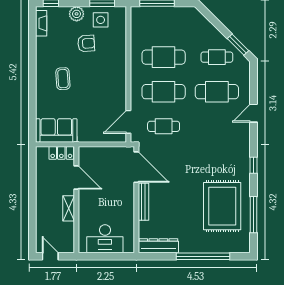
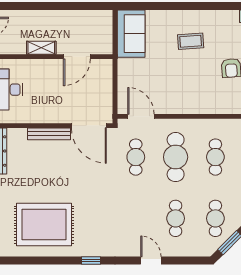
cafe table: (164, 57) -> (215, 157), width x0.73, depth x0.74
cafe table: (217, 92) -> (176, 218), width x0.73, depth x0.74
locker: (61, 153) -> (105, 39), removed
door: (136, 167) -> (89, 126), hinge flipped
window: (253, 215) -> (34, 261), removed

